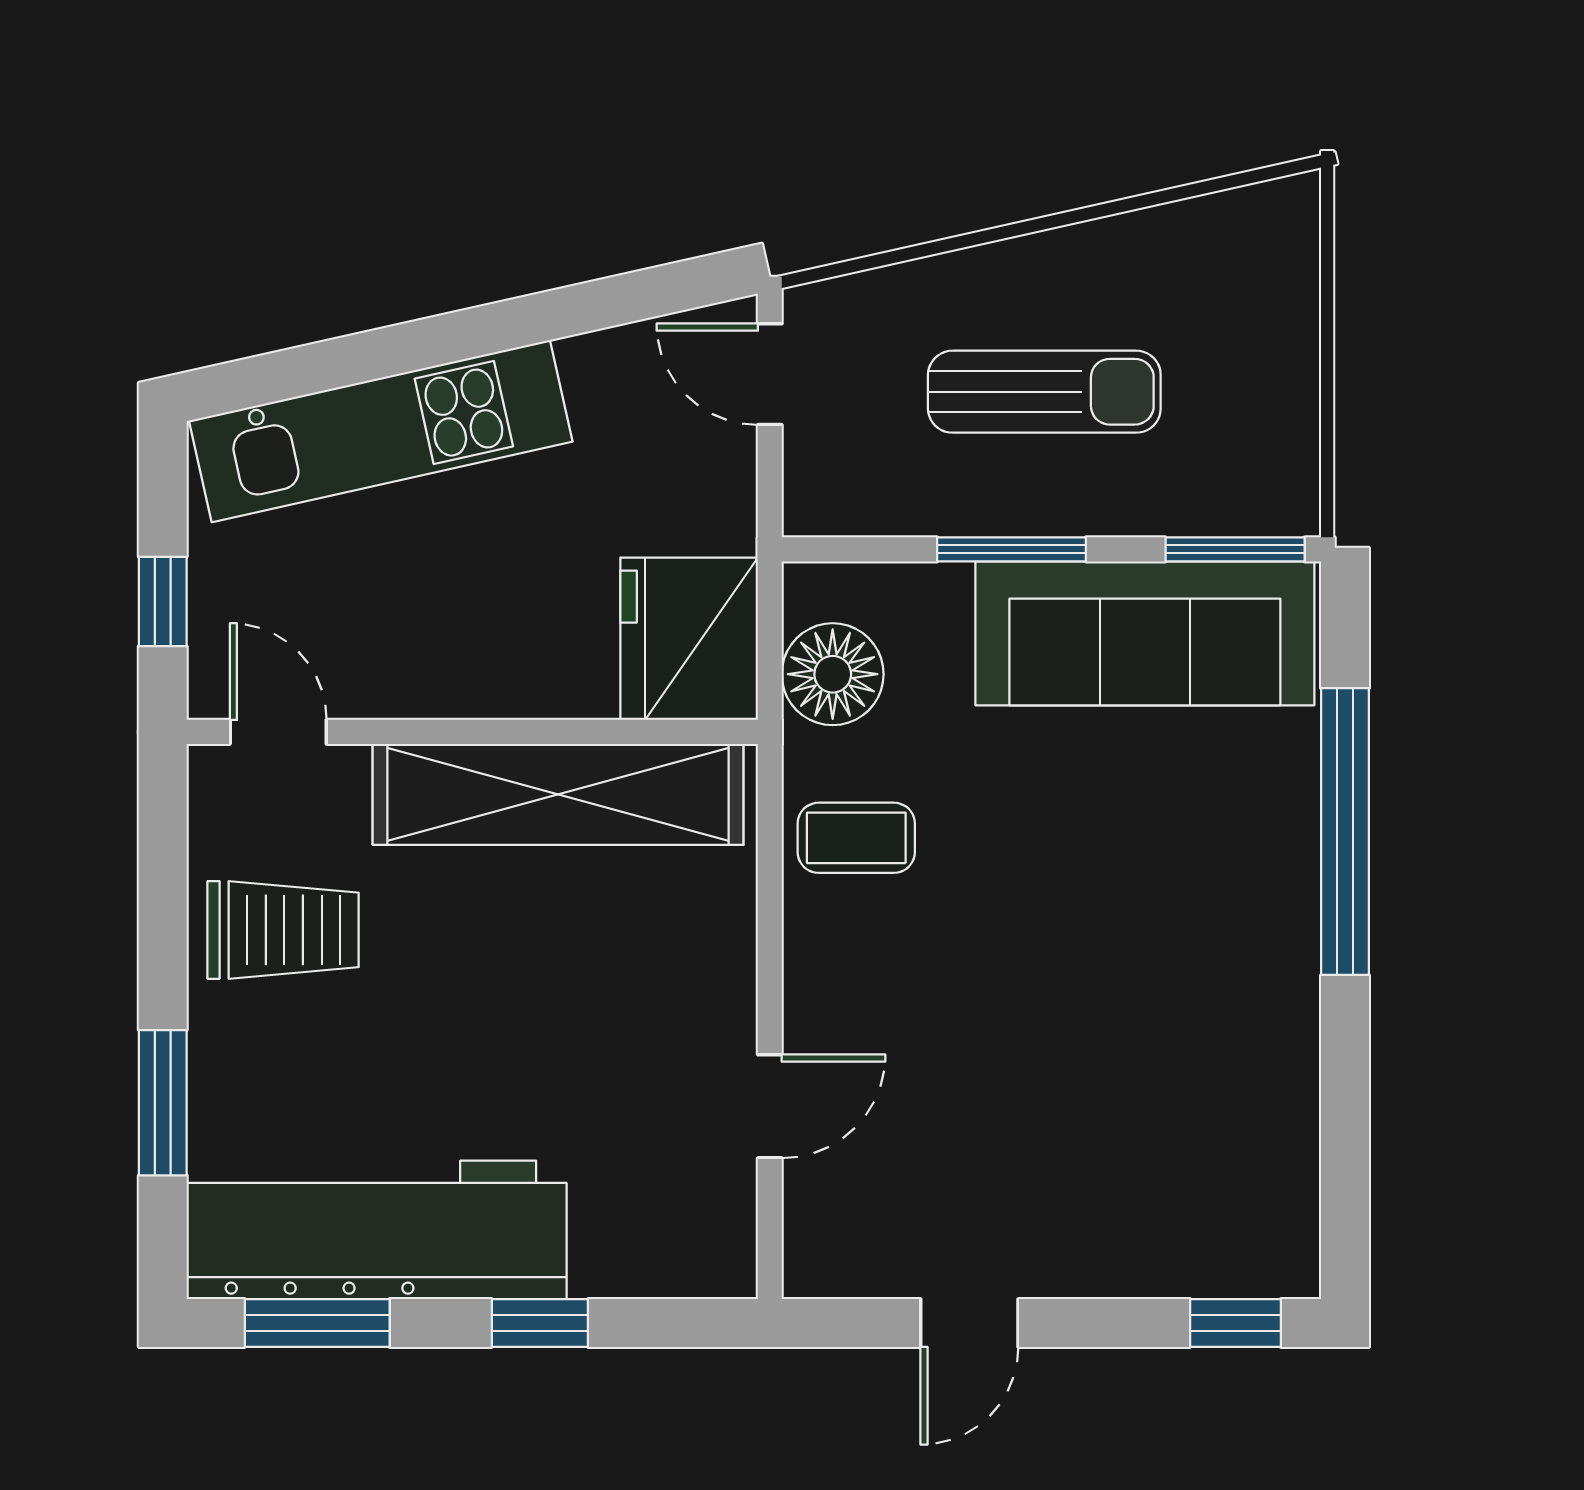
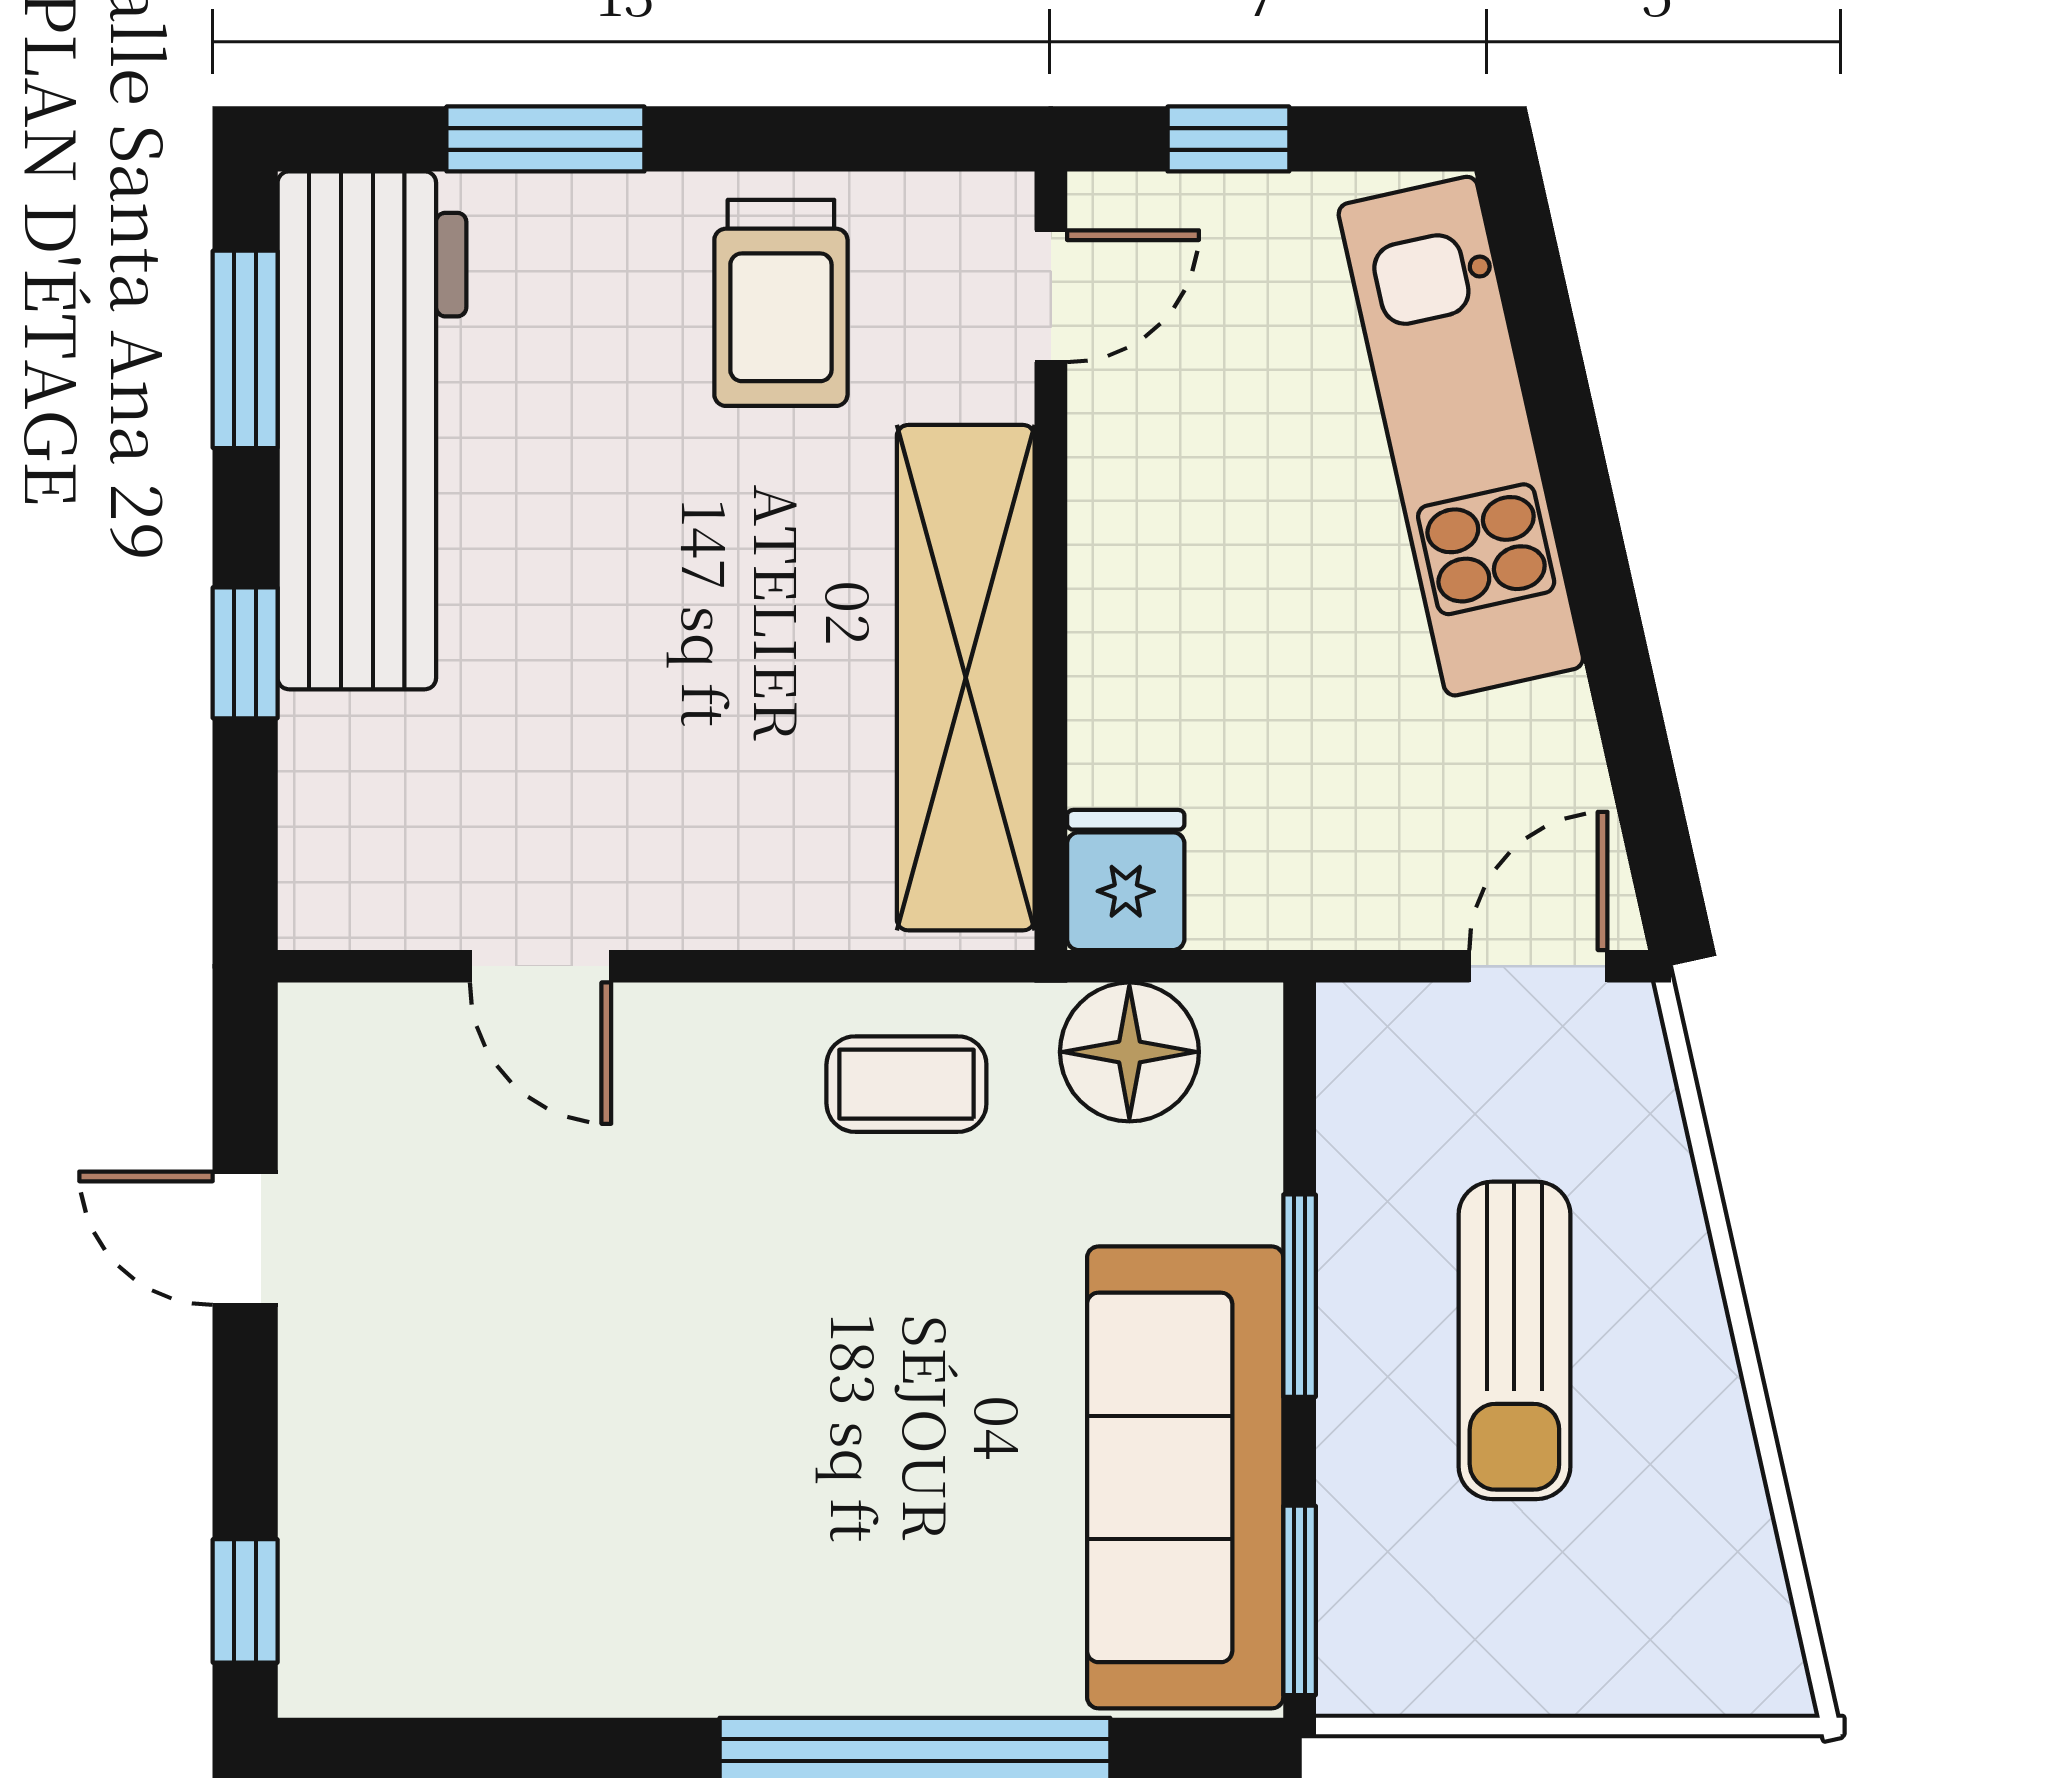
fridge: (689, 639) -> (1126, 880), width x0.53, depth x0.75
coffee table: (856, 838) -> (906, 1084), turned 90

